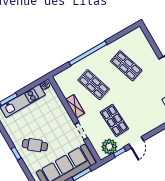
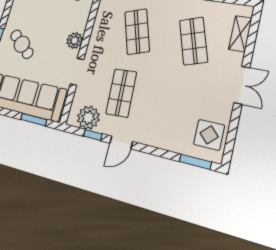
shelving: (75, 106) -> (240, 34), moved
plant: (64, 117) -> (75, 41), added

